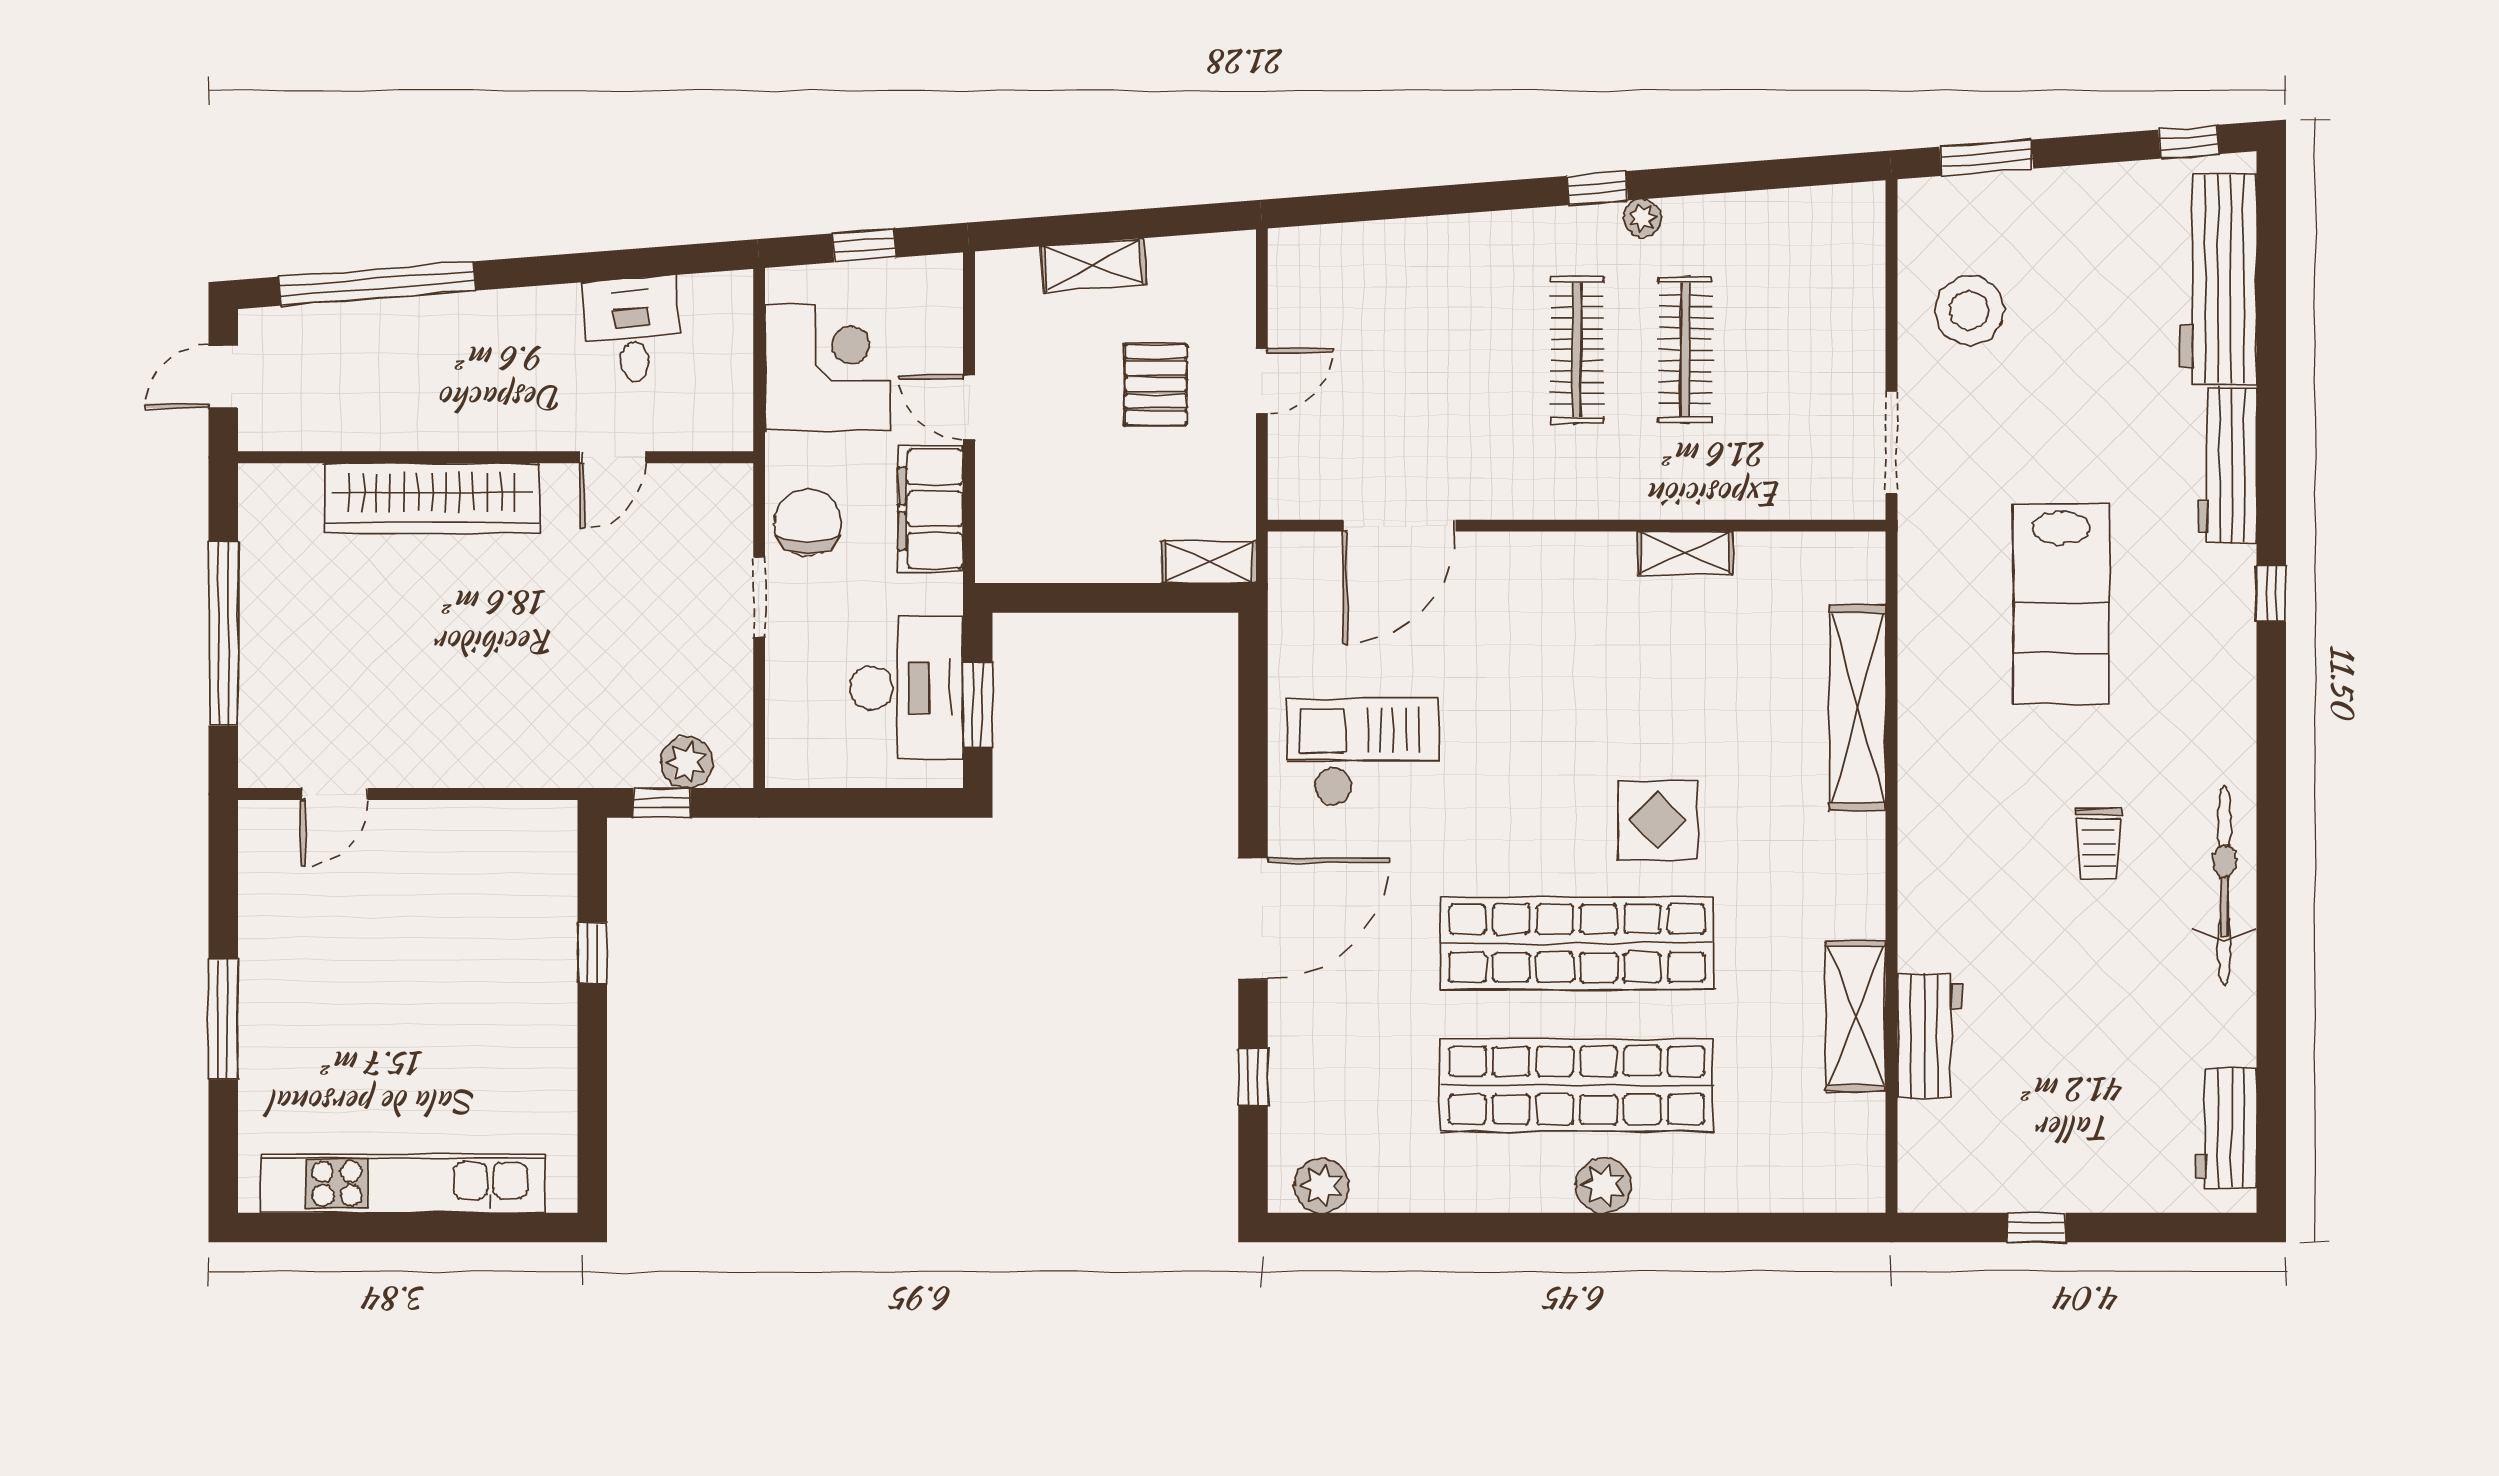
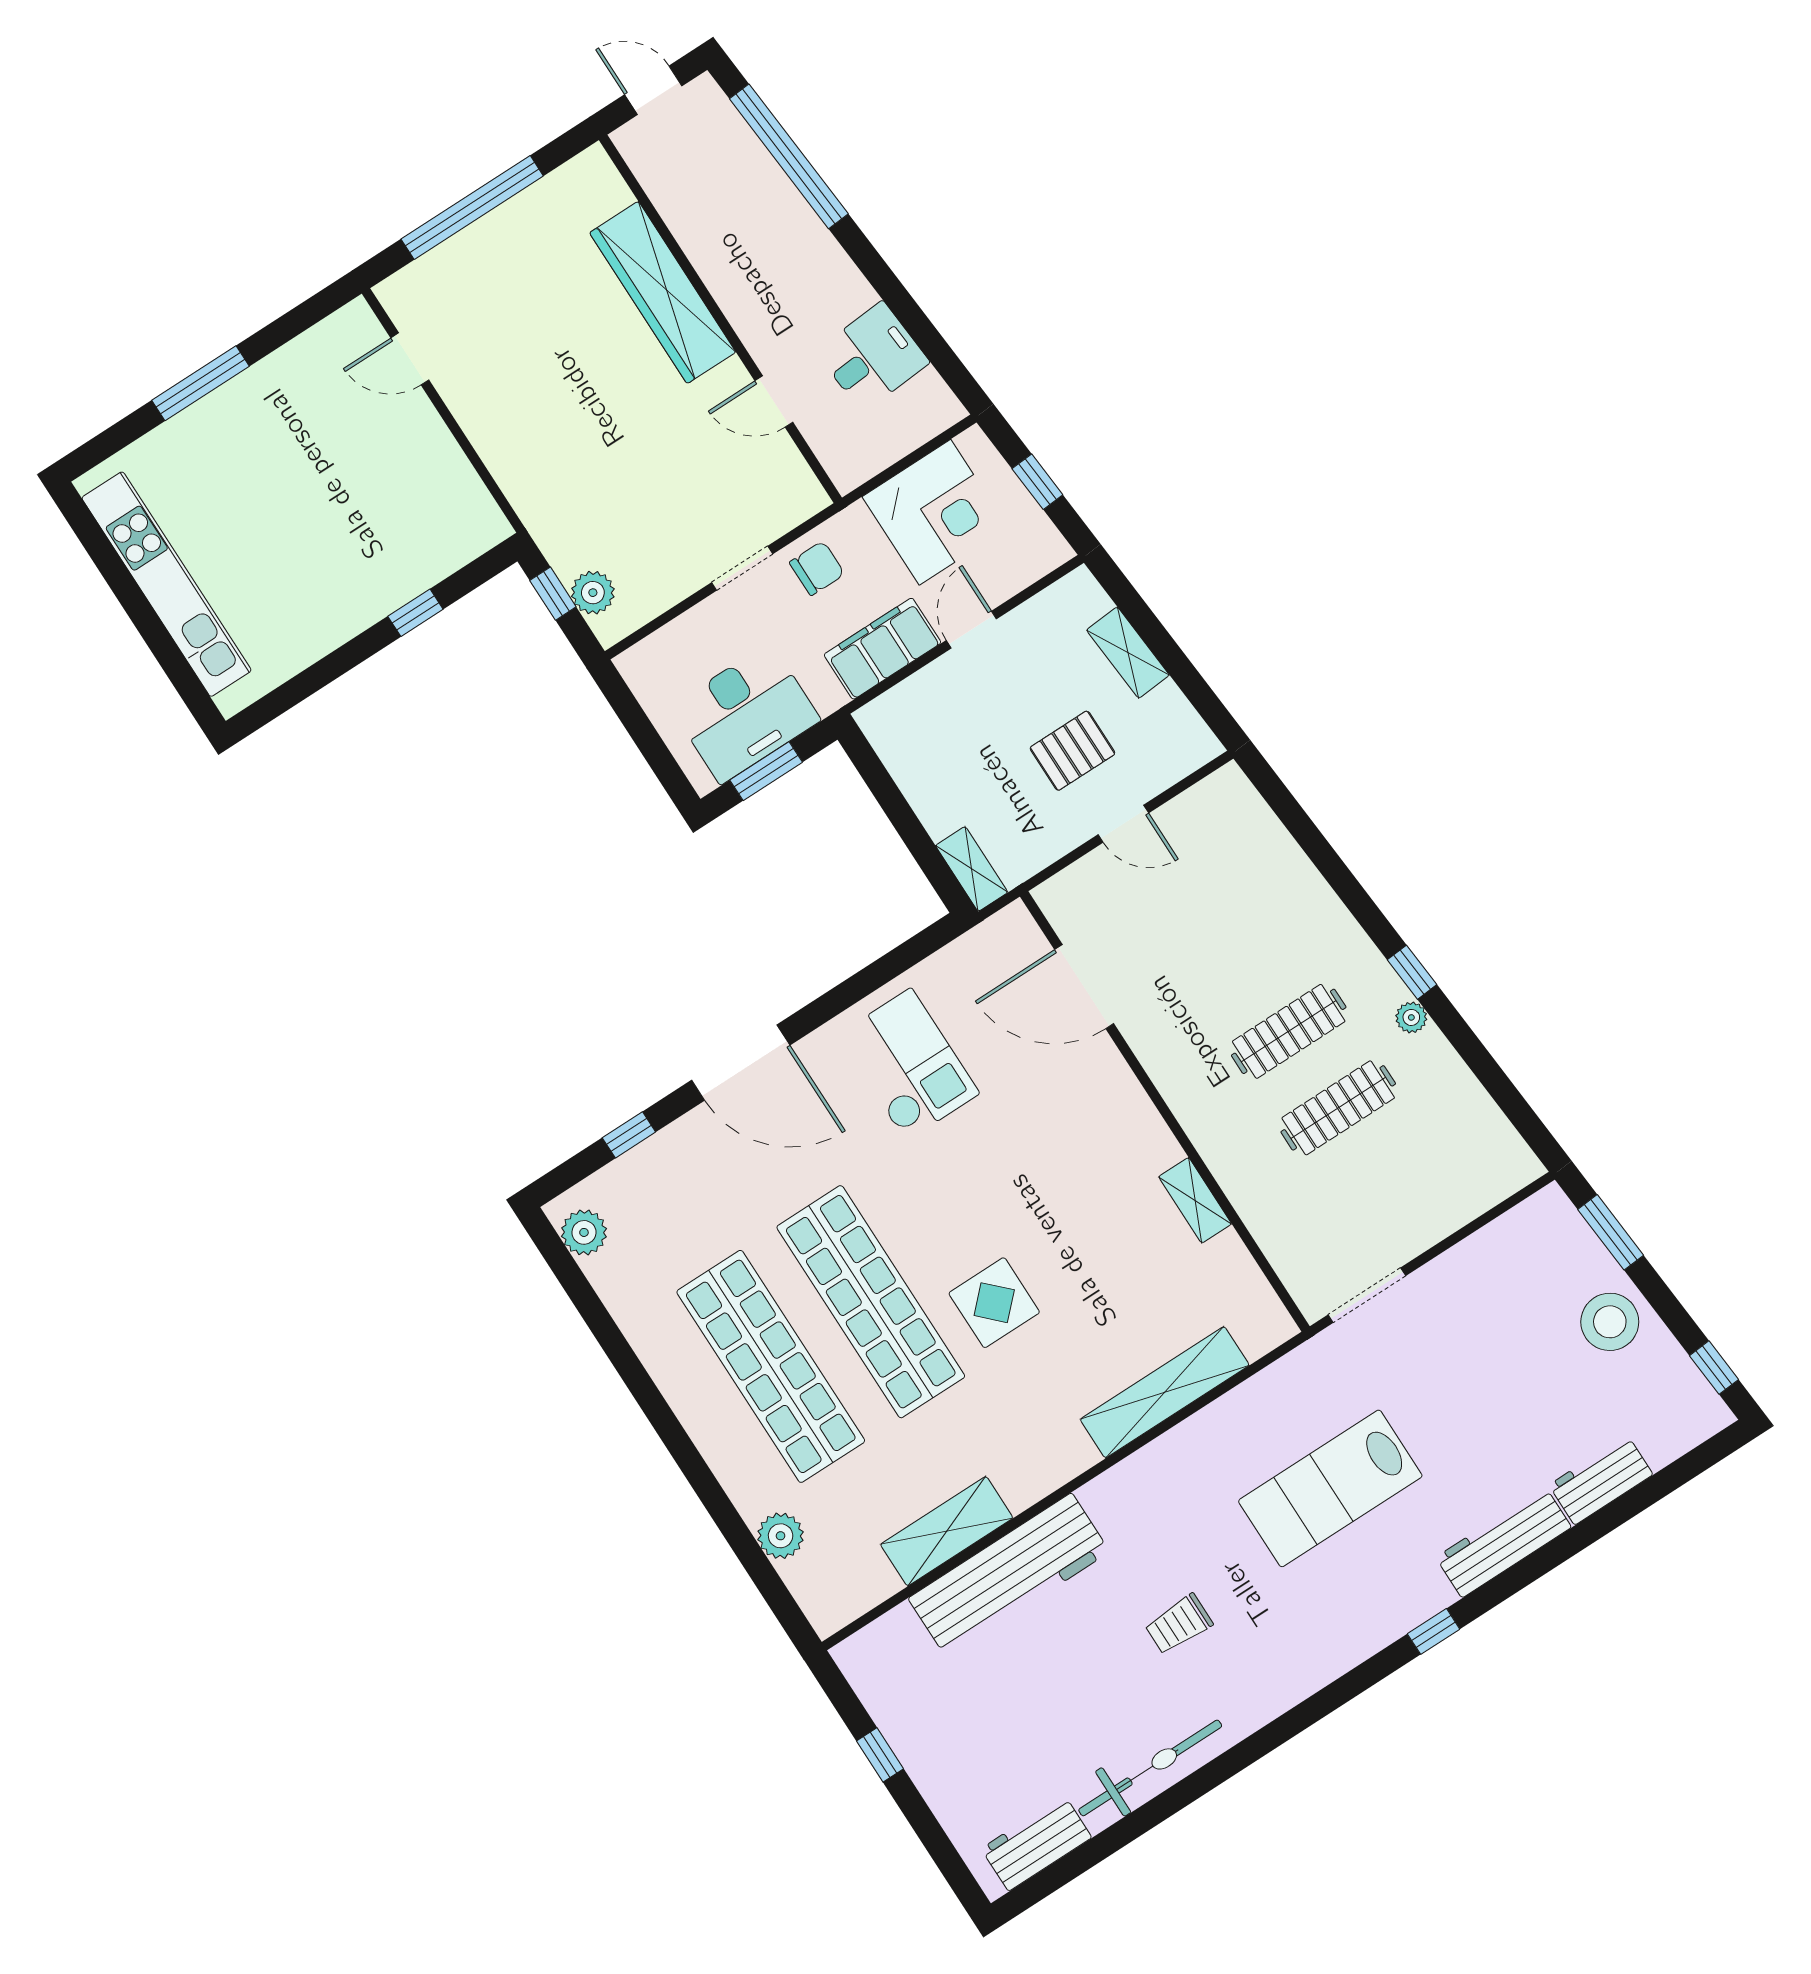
workbench: (2218, 279) -> (1601, 1480), width x0.53, depth x0.76
stool: (1969, 310) -> (1610, 1322), moved
chair: (808, 522) -> (817, 568), width x0.73, depth x0.73
bicycle: (2224, 885) -> (1150, 1768), moved
workbench: (1929, 1036) -> (1009, 1575), width x1.88, depth x1.32
plant: (1604, 1185) -> (781, 1536), moved

